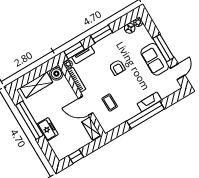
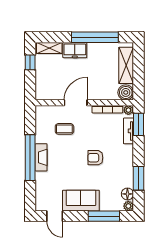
window: (102, 34) -> (139, 178), moved
window: (163, 48) -> (104, 216), moved
fireplace: (149, 102) -> (41, 157), moved
shelving: (91, 129) -> (49, 48), moved

